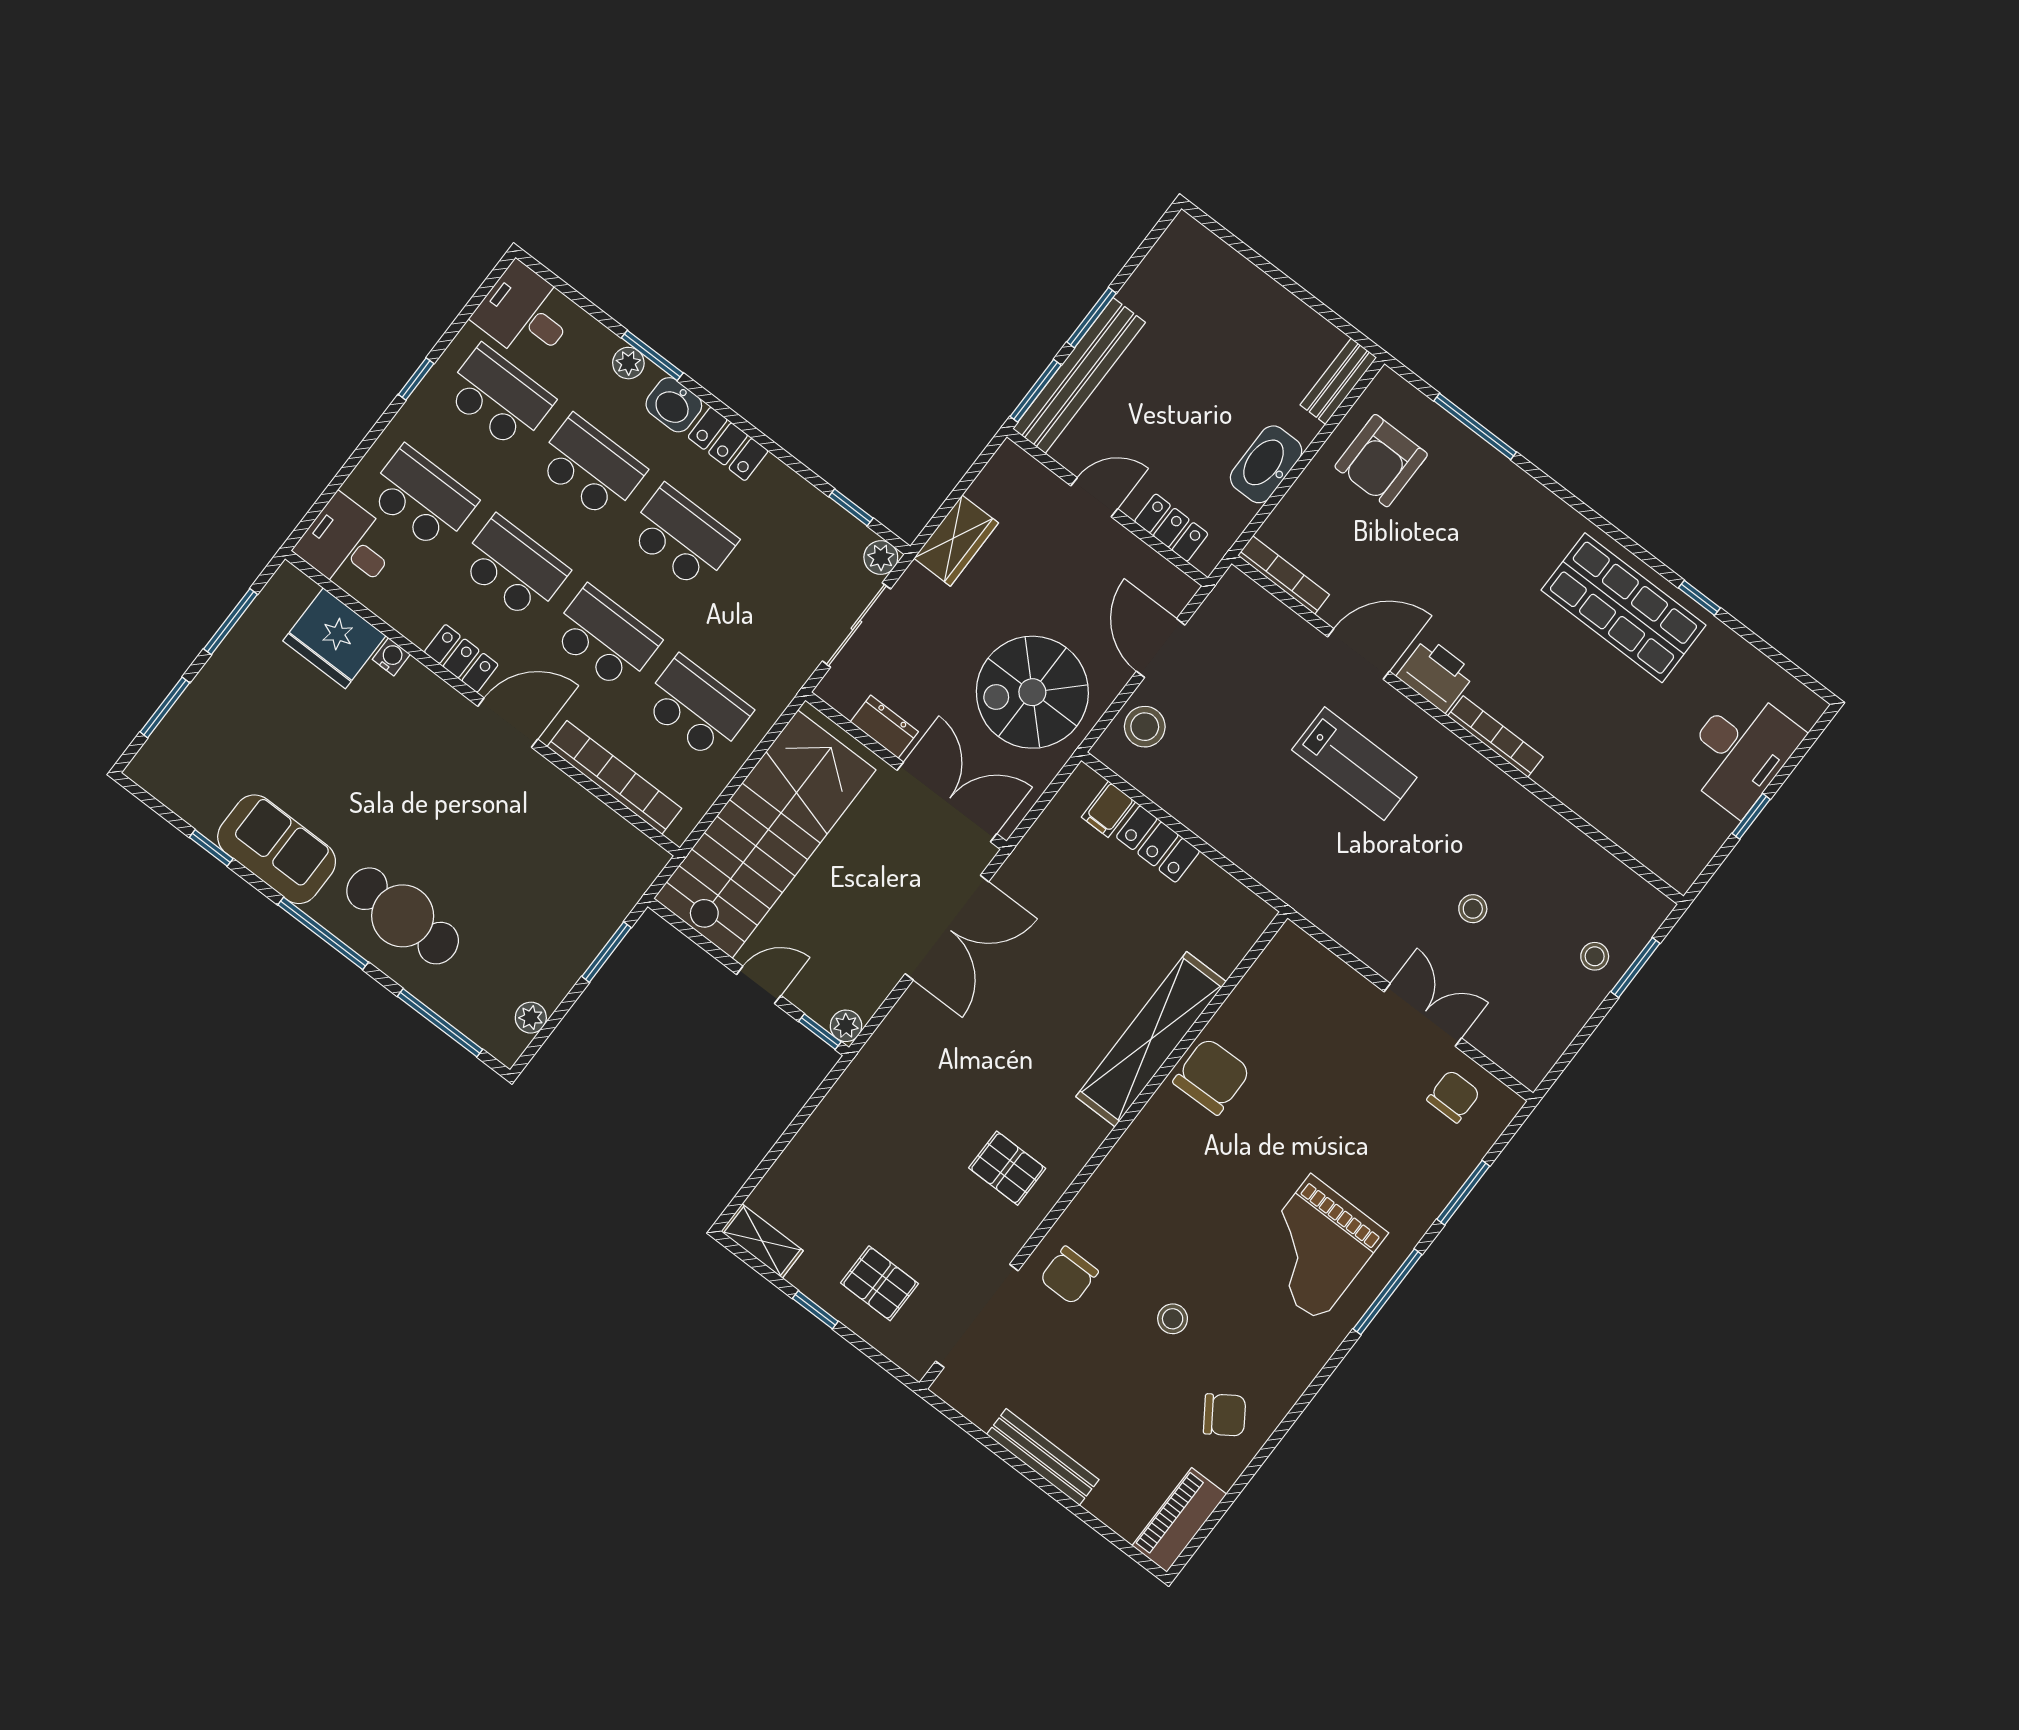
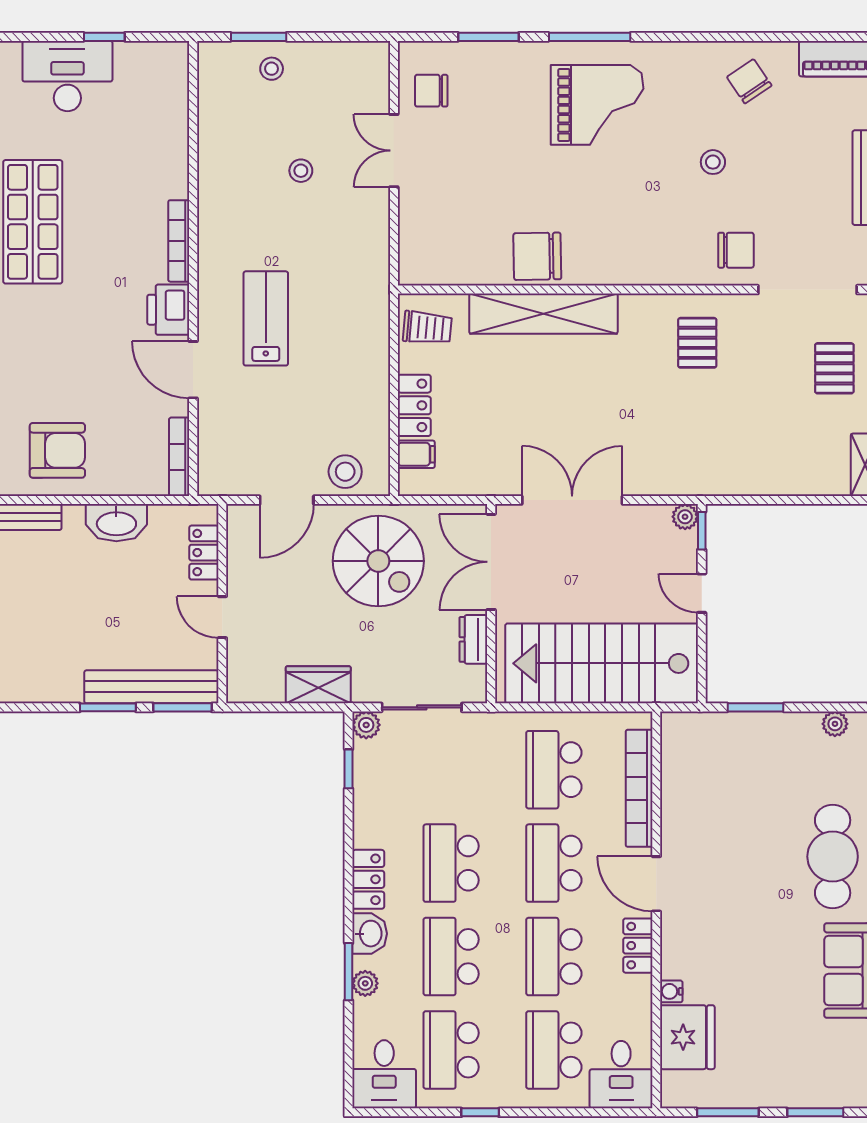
trolley: (1224, 915) -> (427, 328), added

